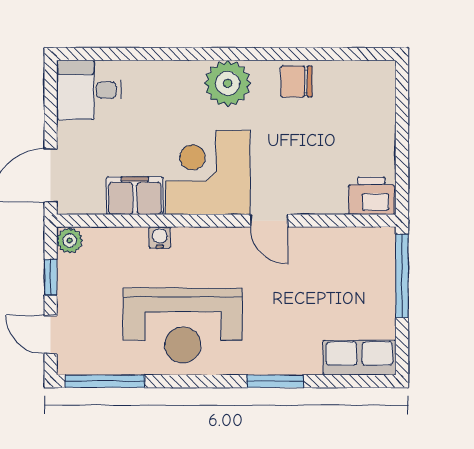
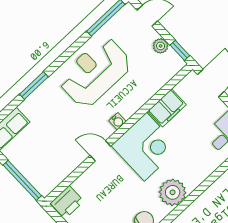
water cooler: (160, 238) -> (118, 121), moved
plant: (70, 240) -> (161, 46), moved
window: (51, 277) -> (180, 50), moved

